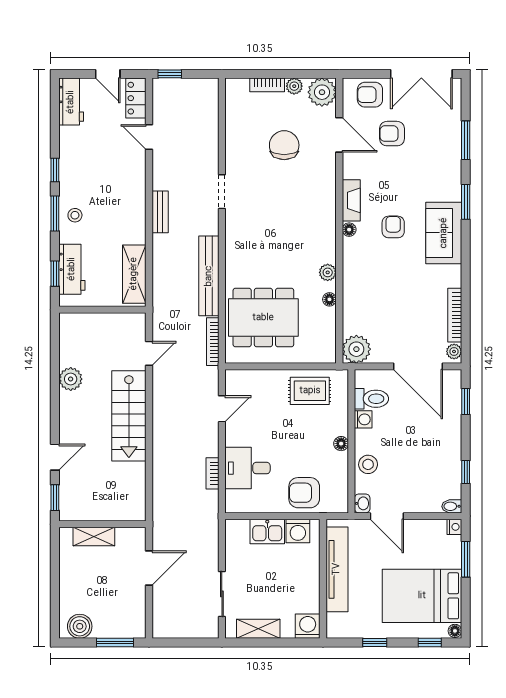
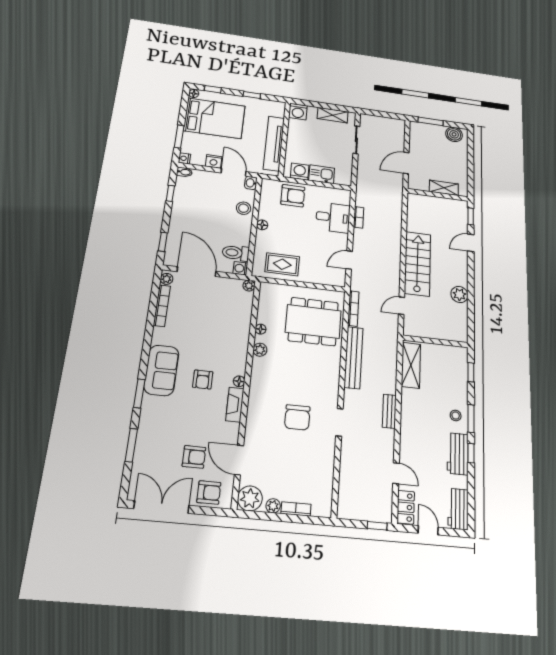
chair: (284, 145) -> (297, 417), moved
workbench: (72, 269) -> (458, 454), moved
plant: (356, 349) -> (249, 286), width x0.53, depth x0.53
washing machine: (363, 419) -> (240, 268), moved
nightstand: (415, 528) -> (214, 161), added

